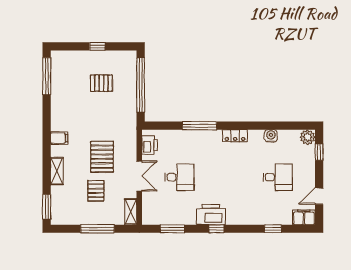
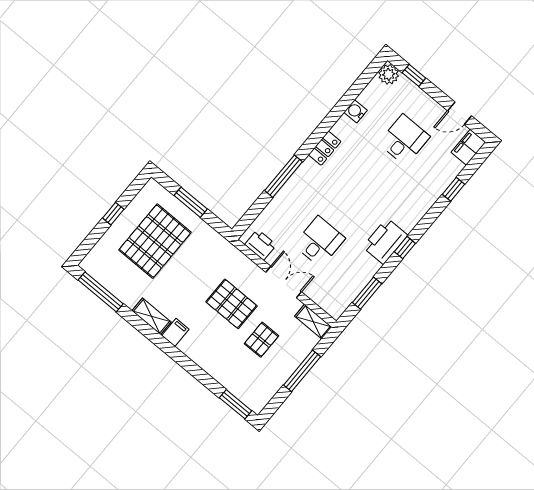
pallet: (101, 83) -> (155, 241), width x2.05, depth x2.00
window: (141, 85) -> (191, 202), width x0.47
shelving: (57, 171) -> (151, 316), moved
pallet: (96, 191) -> (261, 340), turned 90
door: (319, 196) -> (460, 113), hinge flipped

